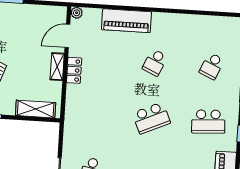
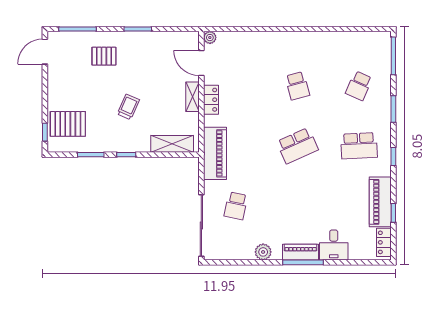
piano: (126, 21) -> (215, 153), moved, turned -90
door: (67, 36) -> (201, 63), hinge flipped
school desk: (155, 62) -> (297, 86), turned -39

